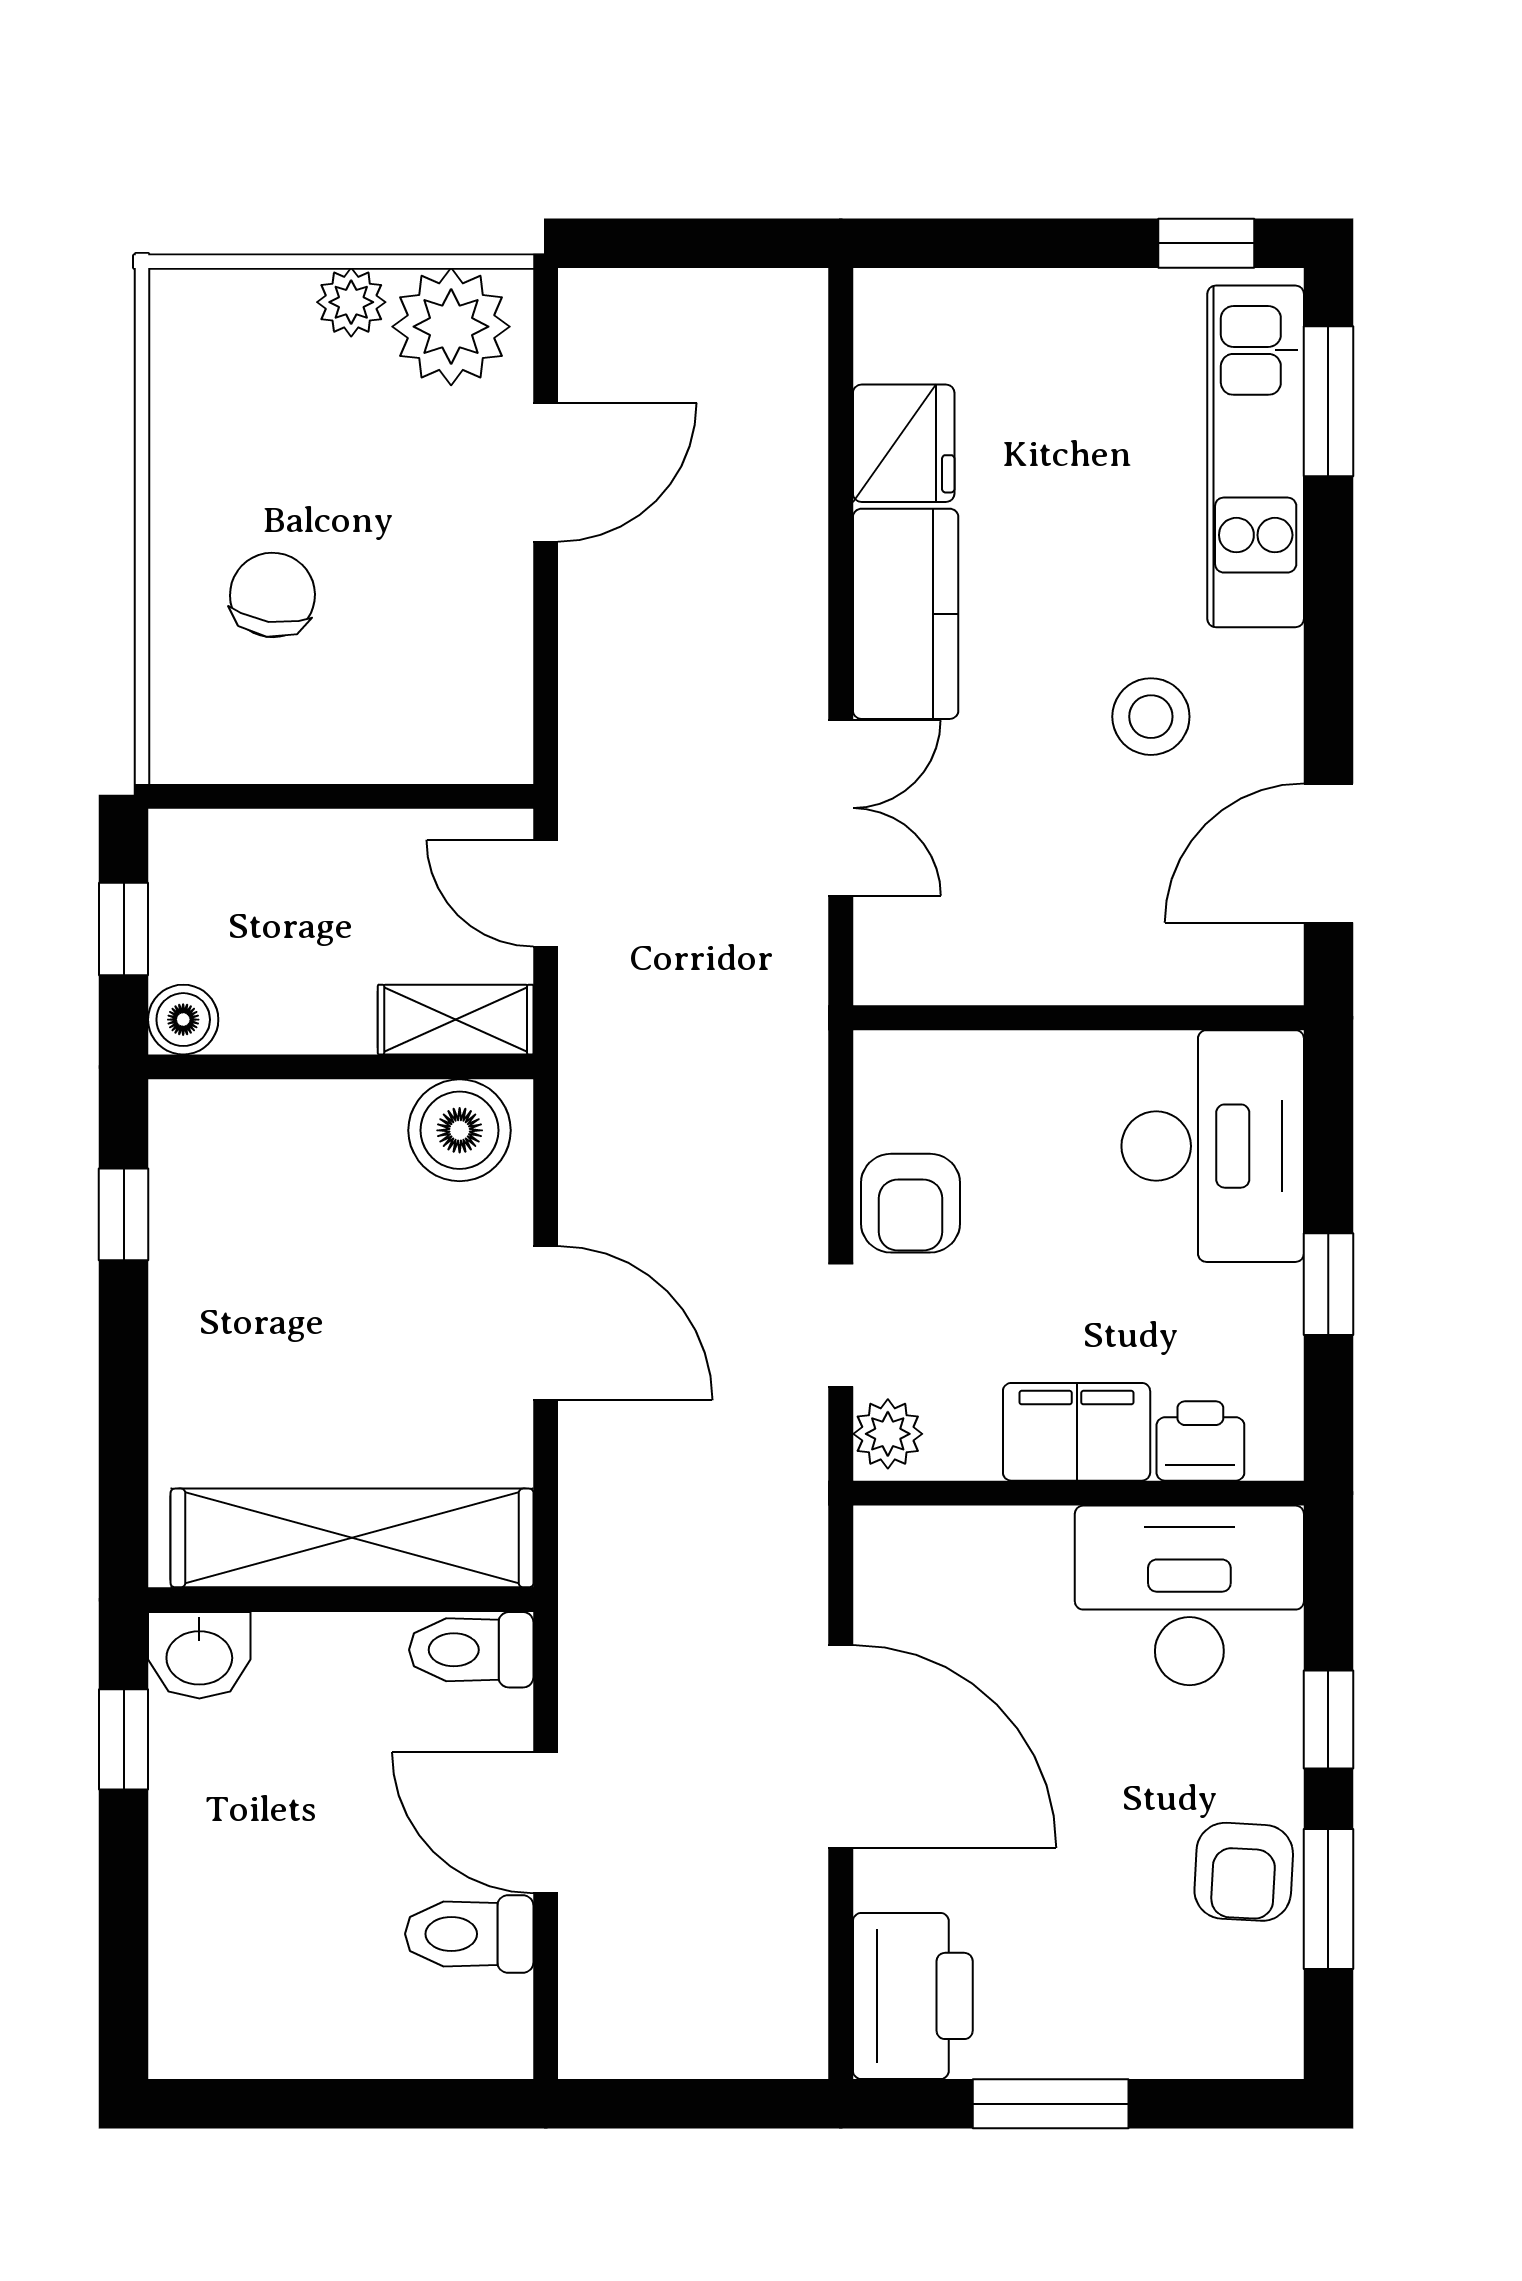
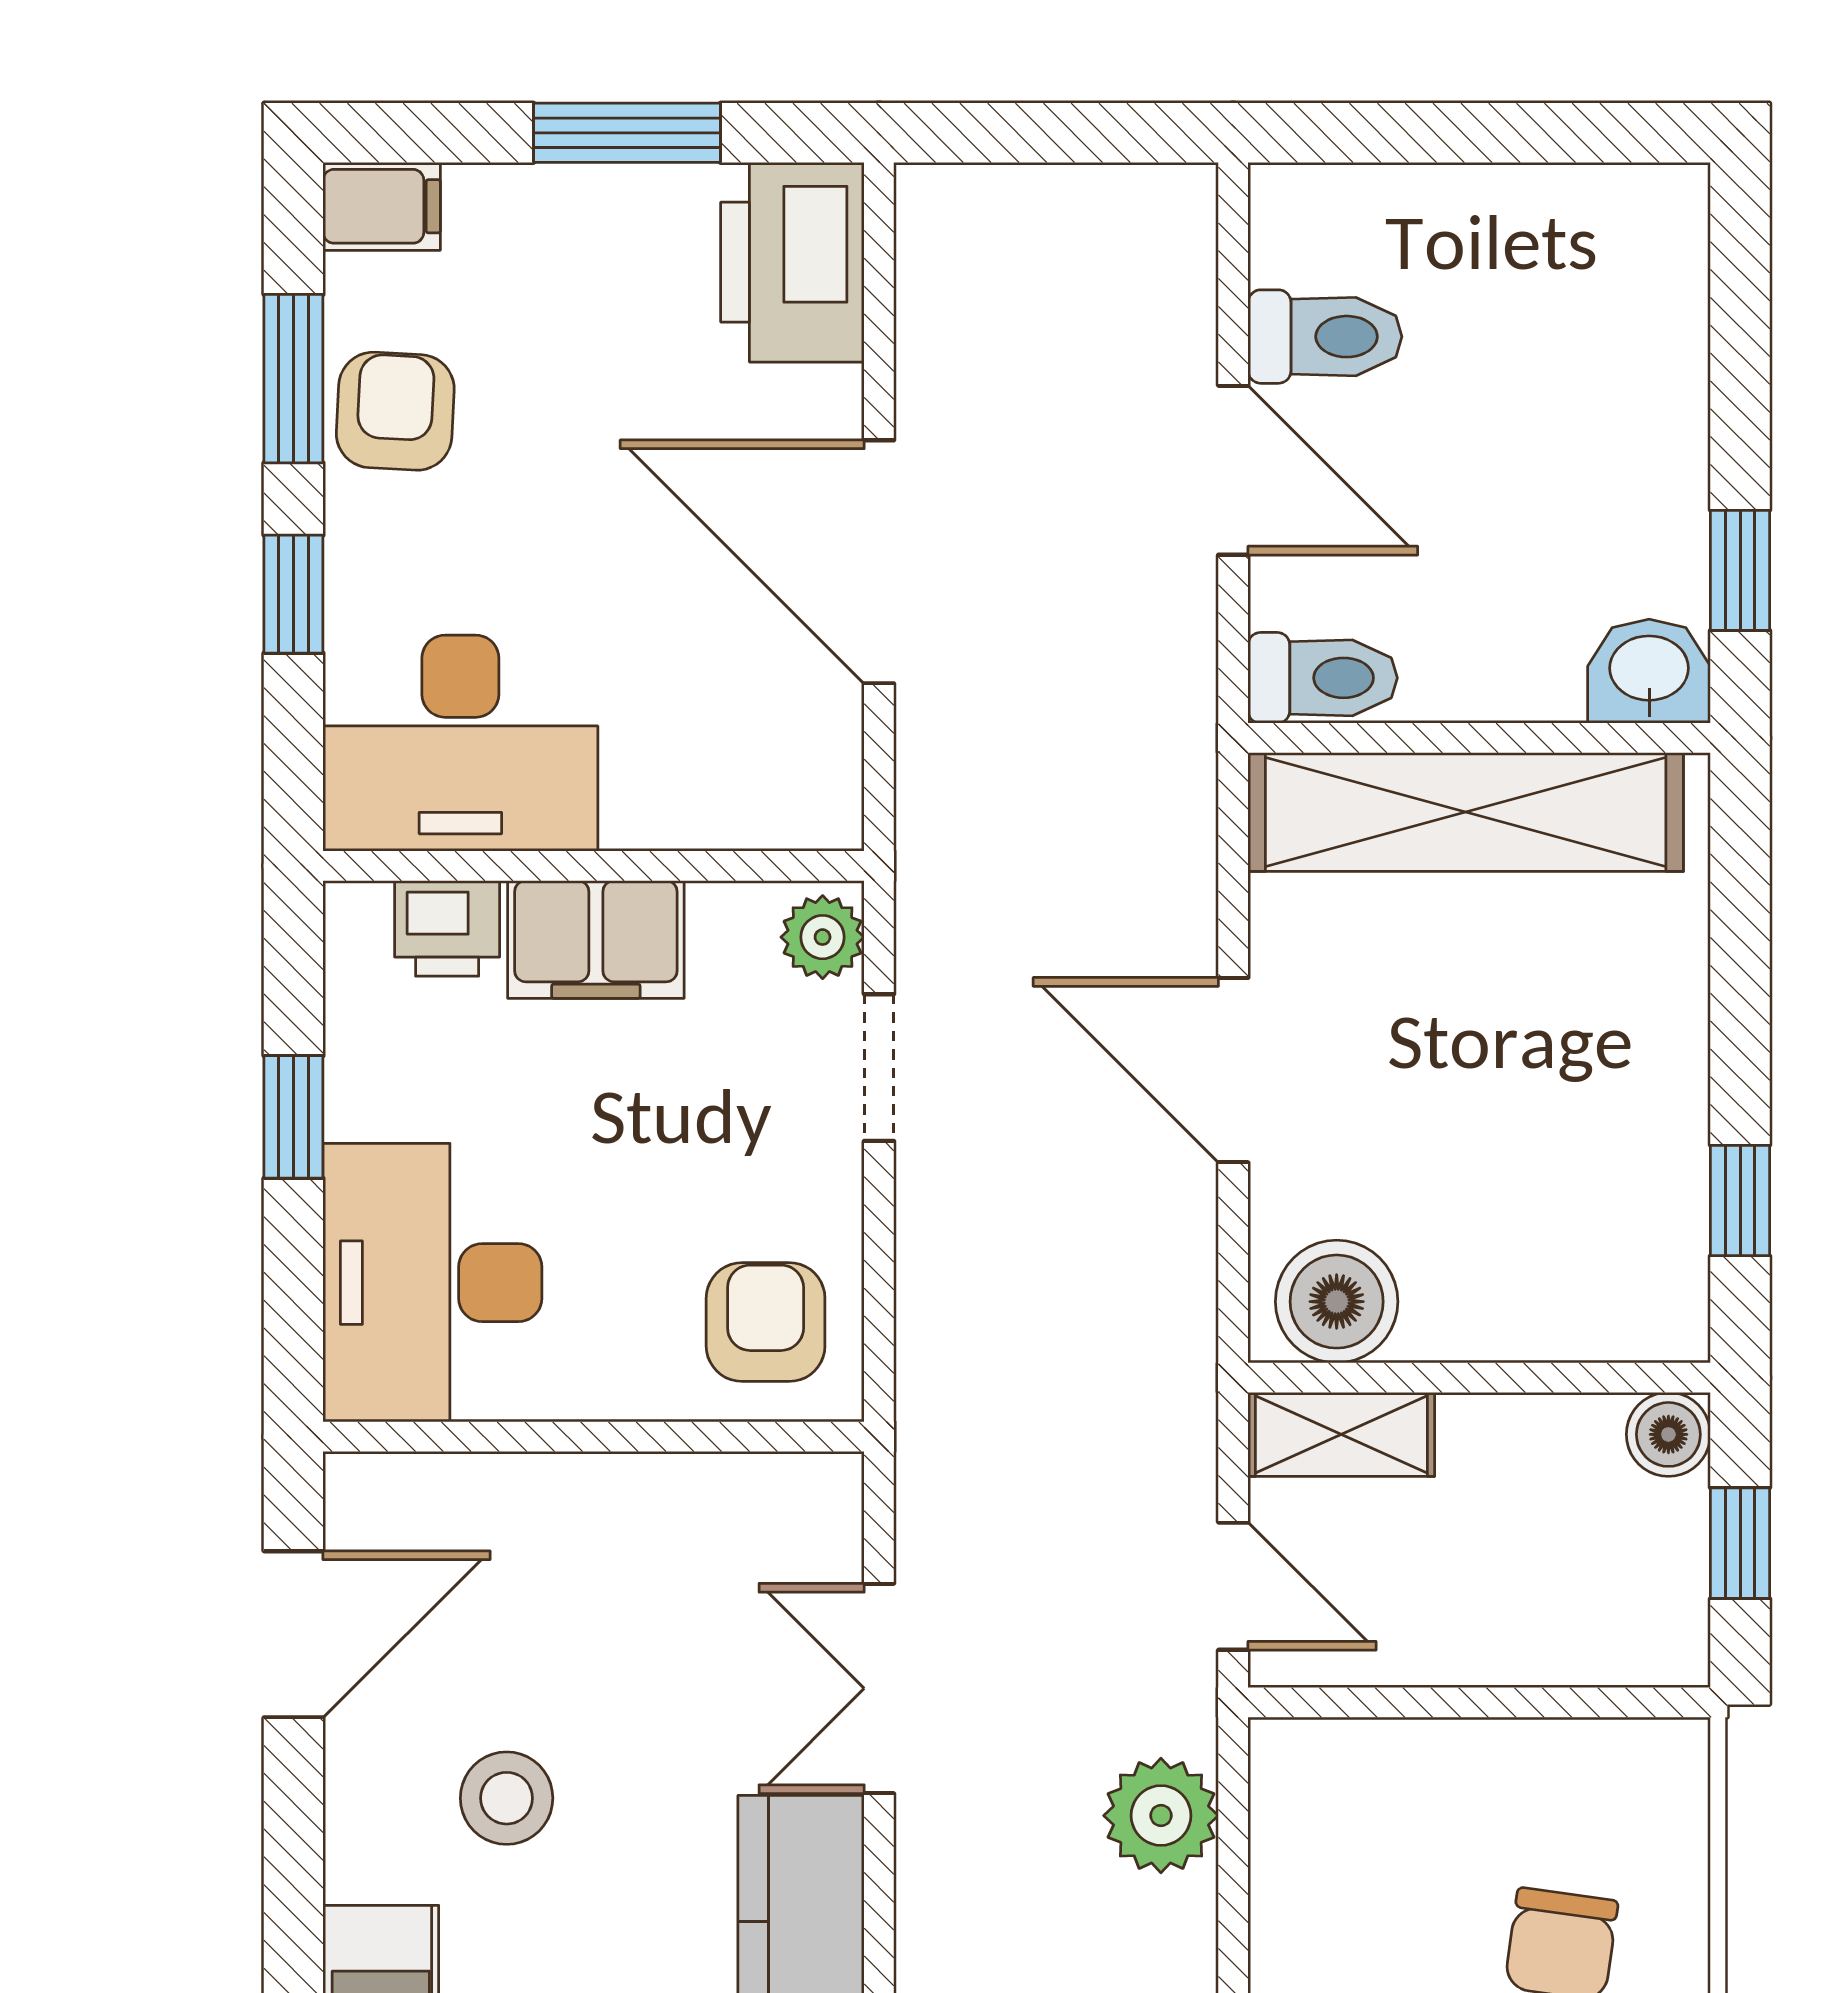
plant: (606, 702) -> (1161, 1816), added
armchair: (911, 1203) -> (766, 1322), moved
filing cabinet: (1255, 2043) -> (382, 206), added

